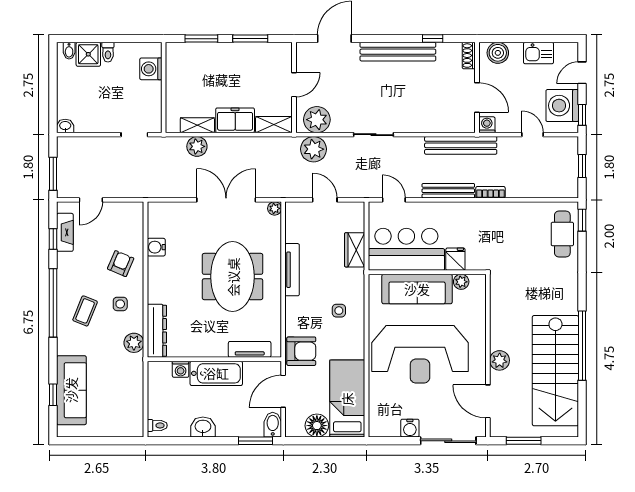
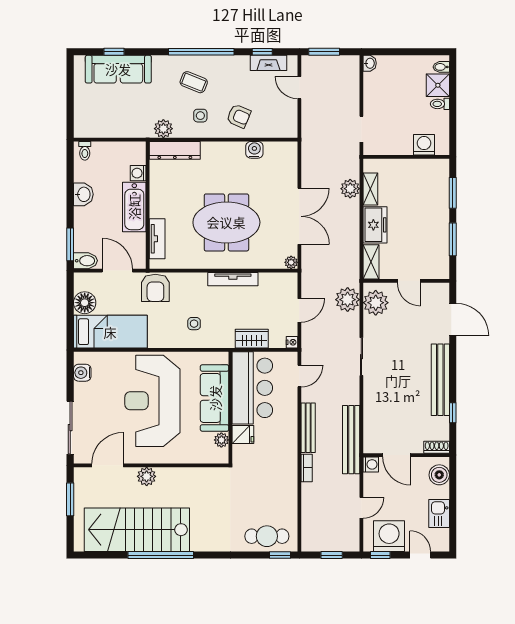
door: (477, 97) -> (397, 455), hinge flipped
nightstand: (358, 208) -> (292, 342), added
water cooler: (410, 428) -> (82, 373), moved

